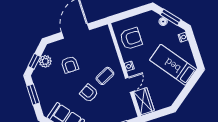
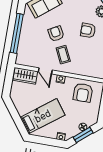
armchair: (89, 93) -> (56, 34), turned -88

